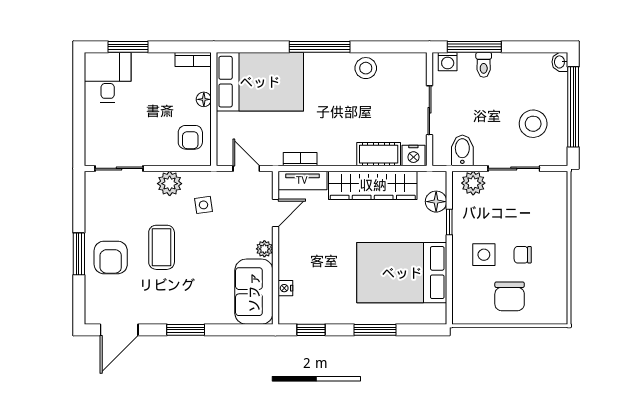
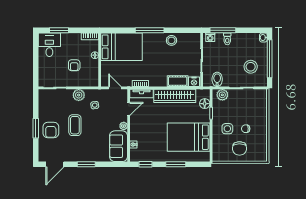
armchair: (190, 137) -> (74, 65), moved

